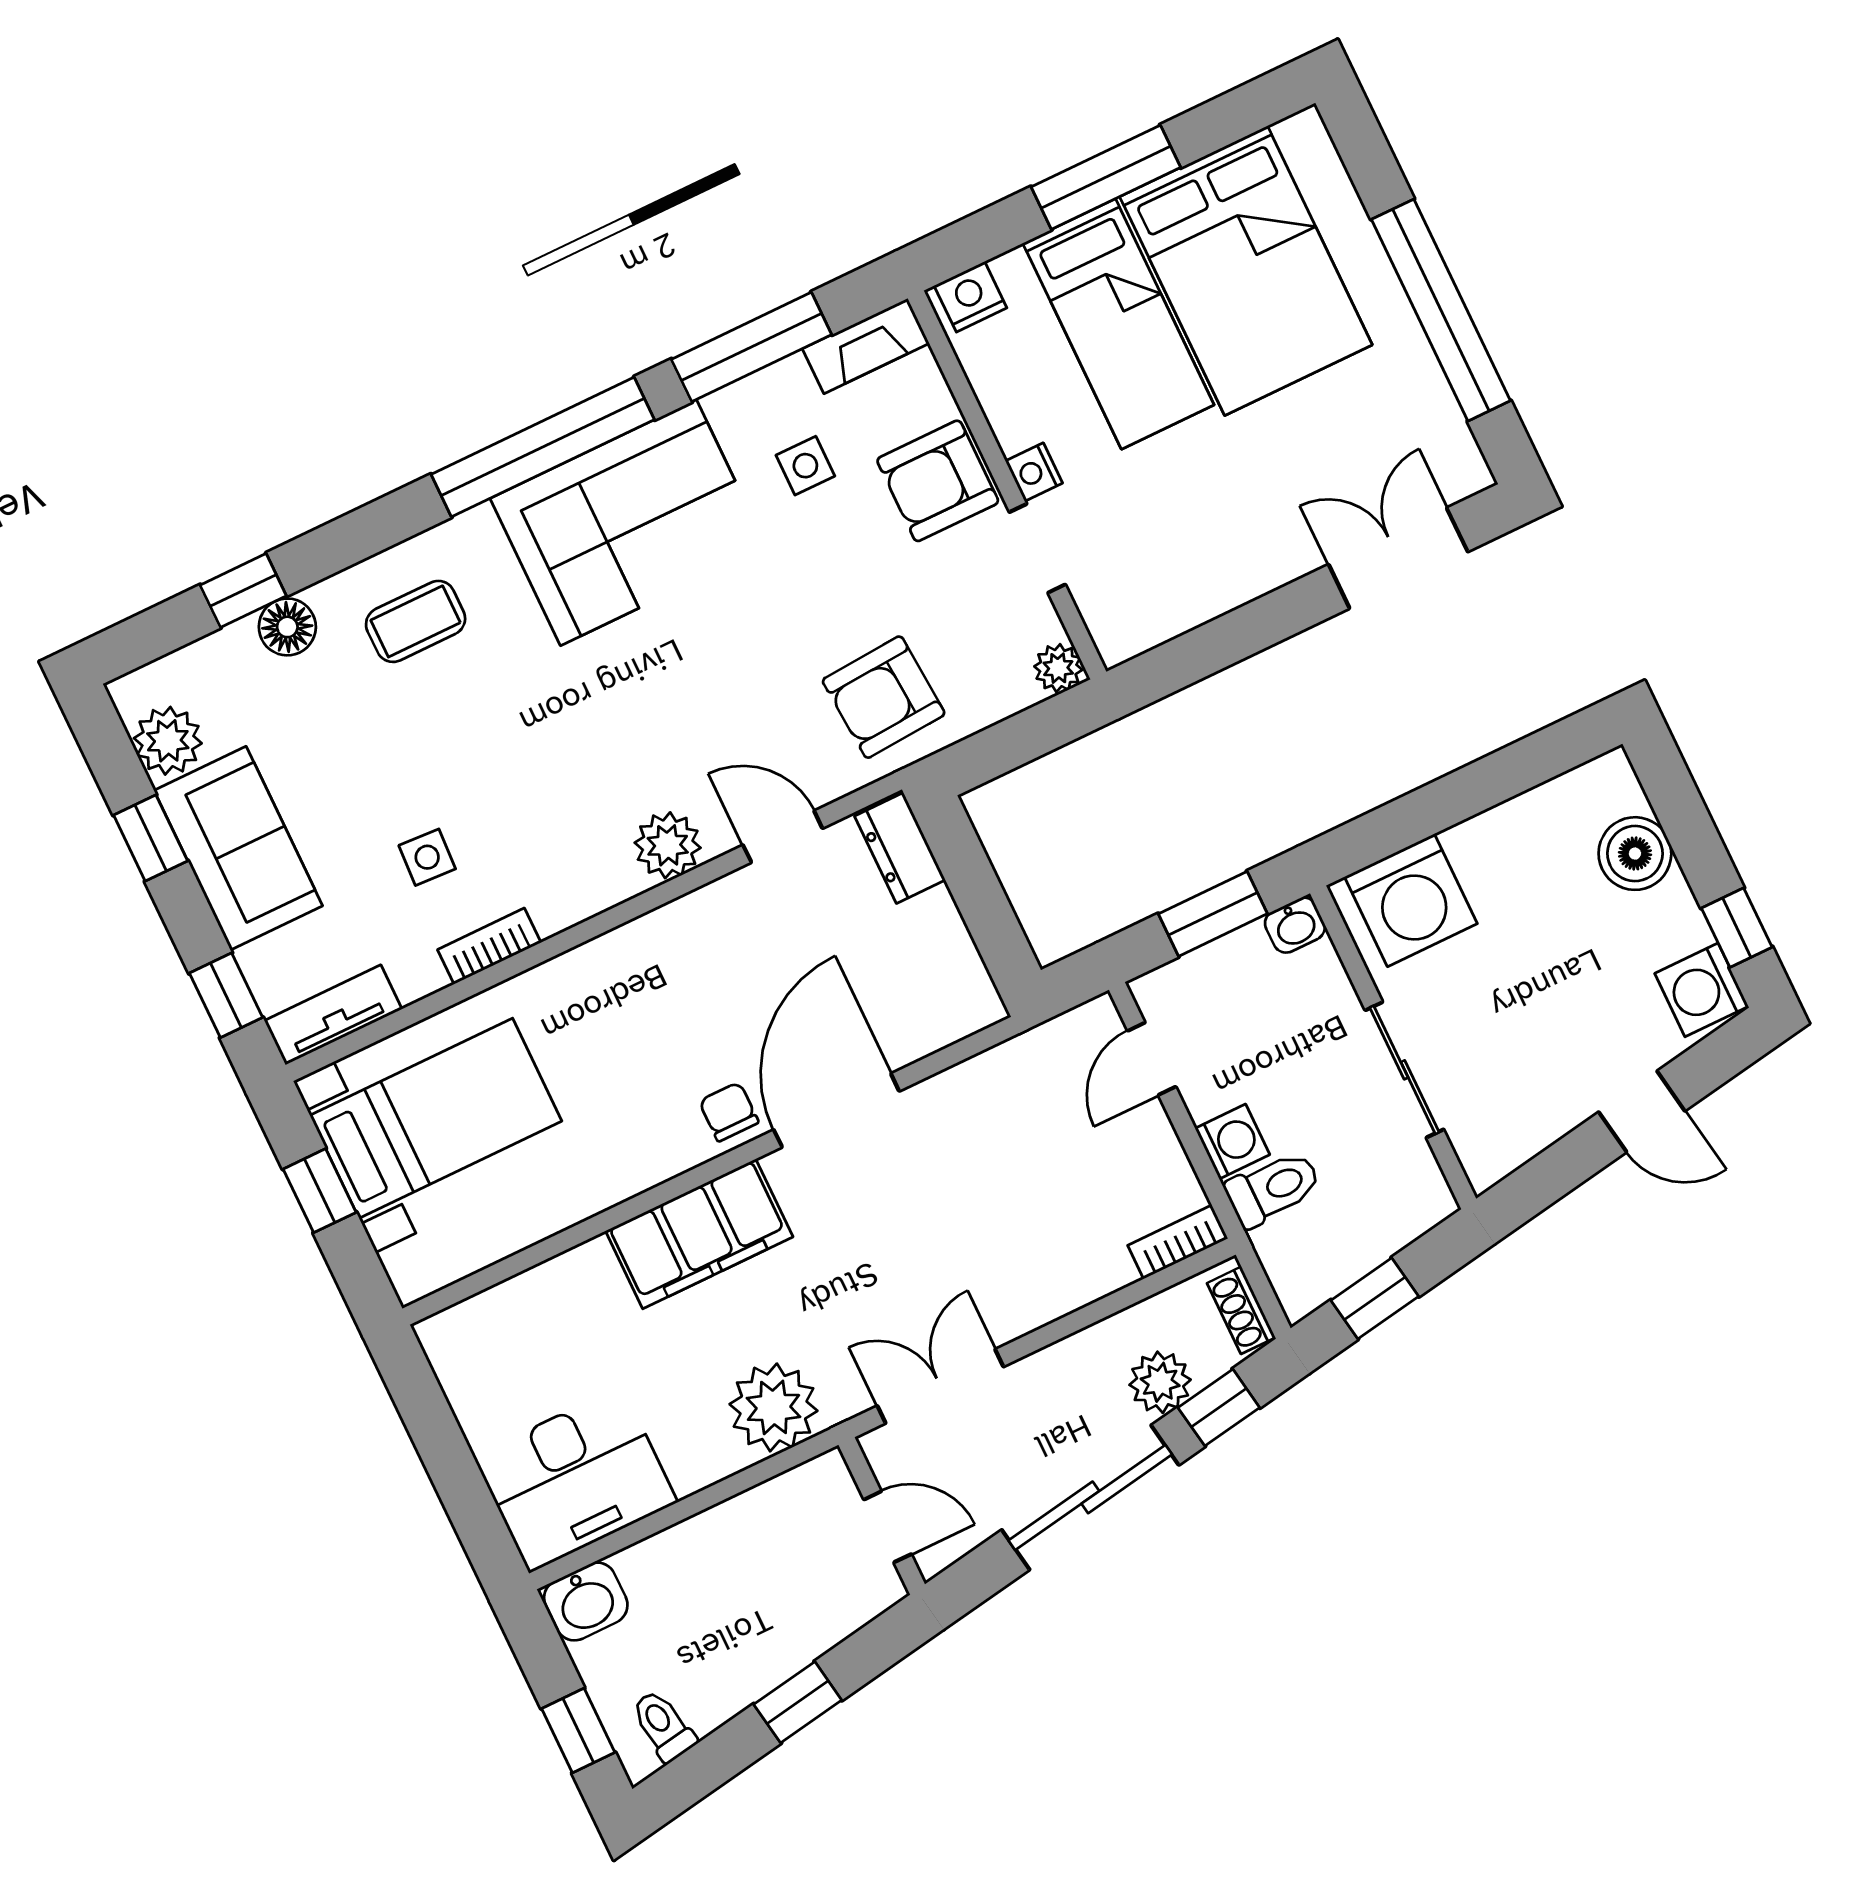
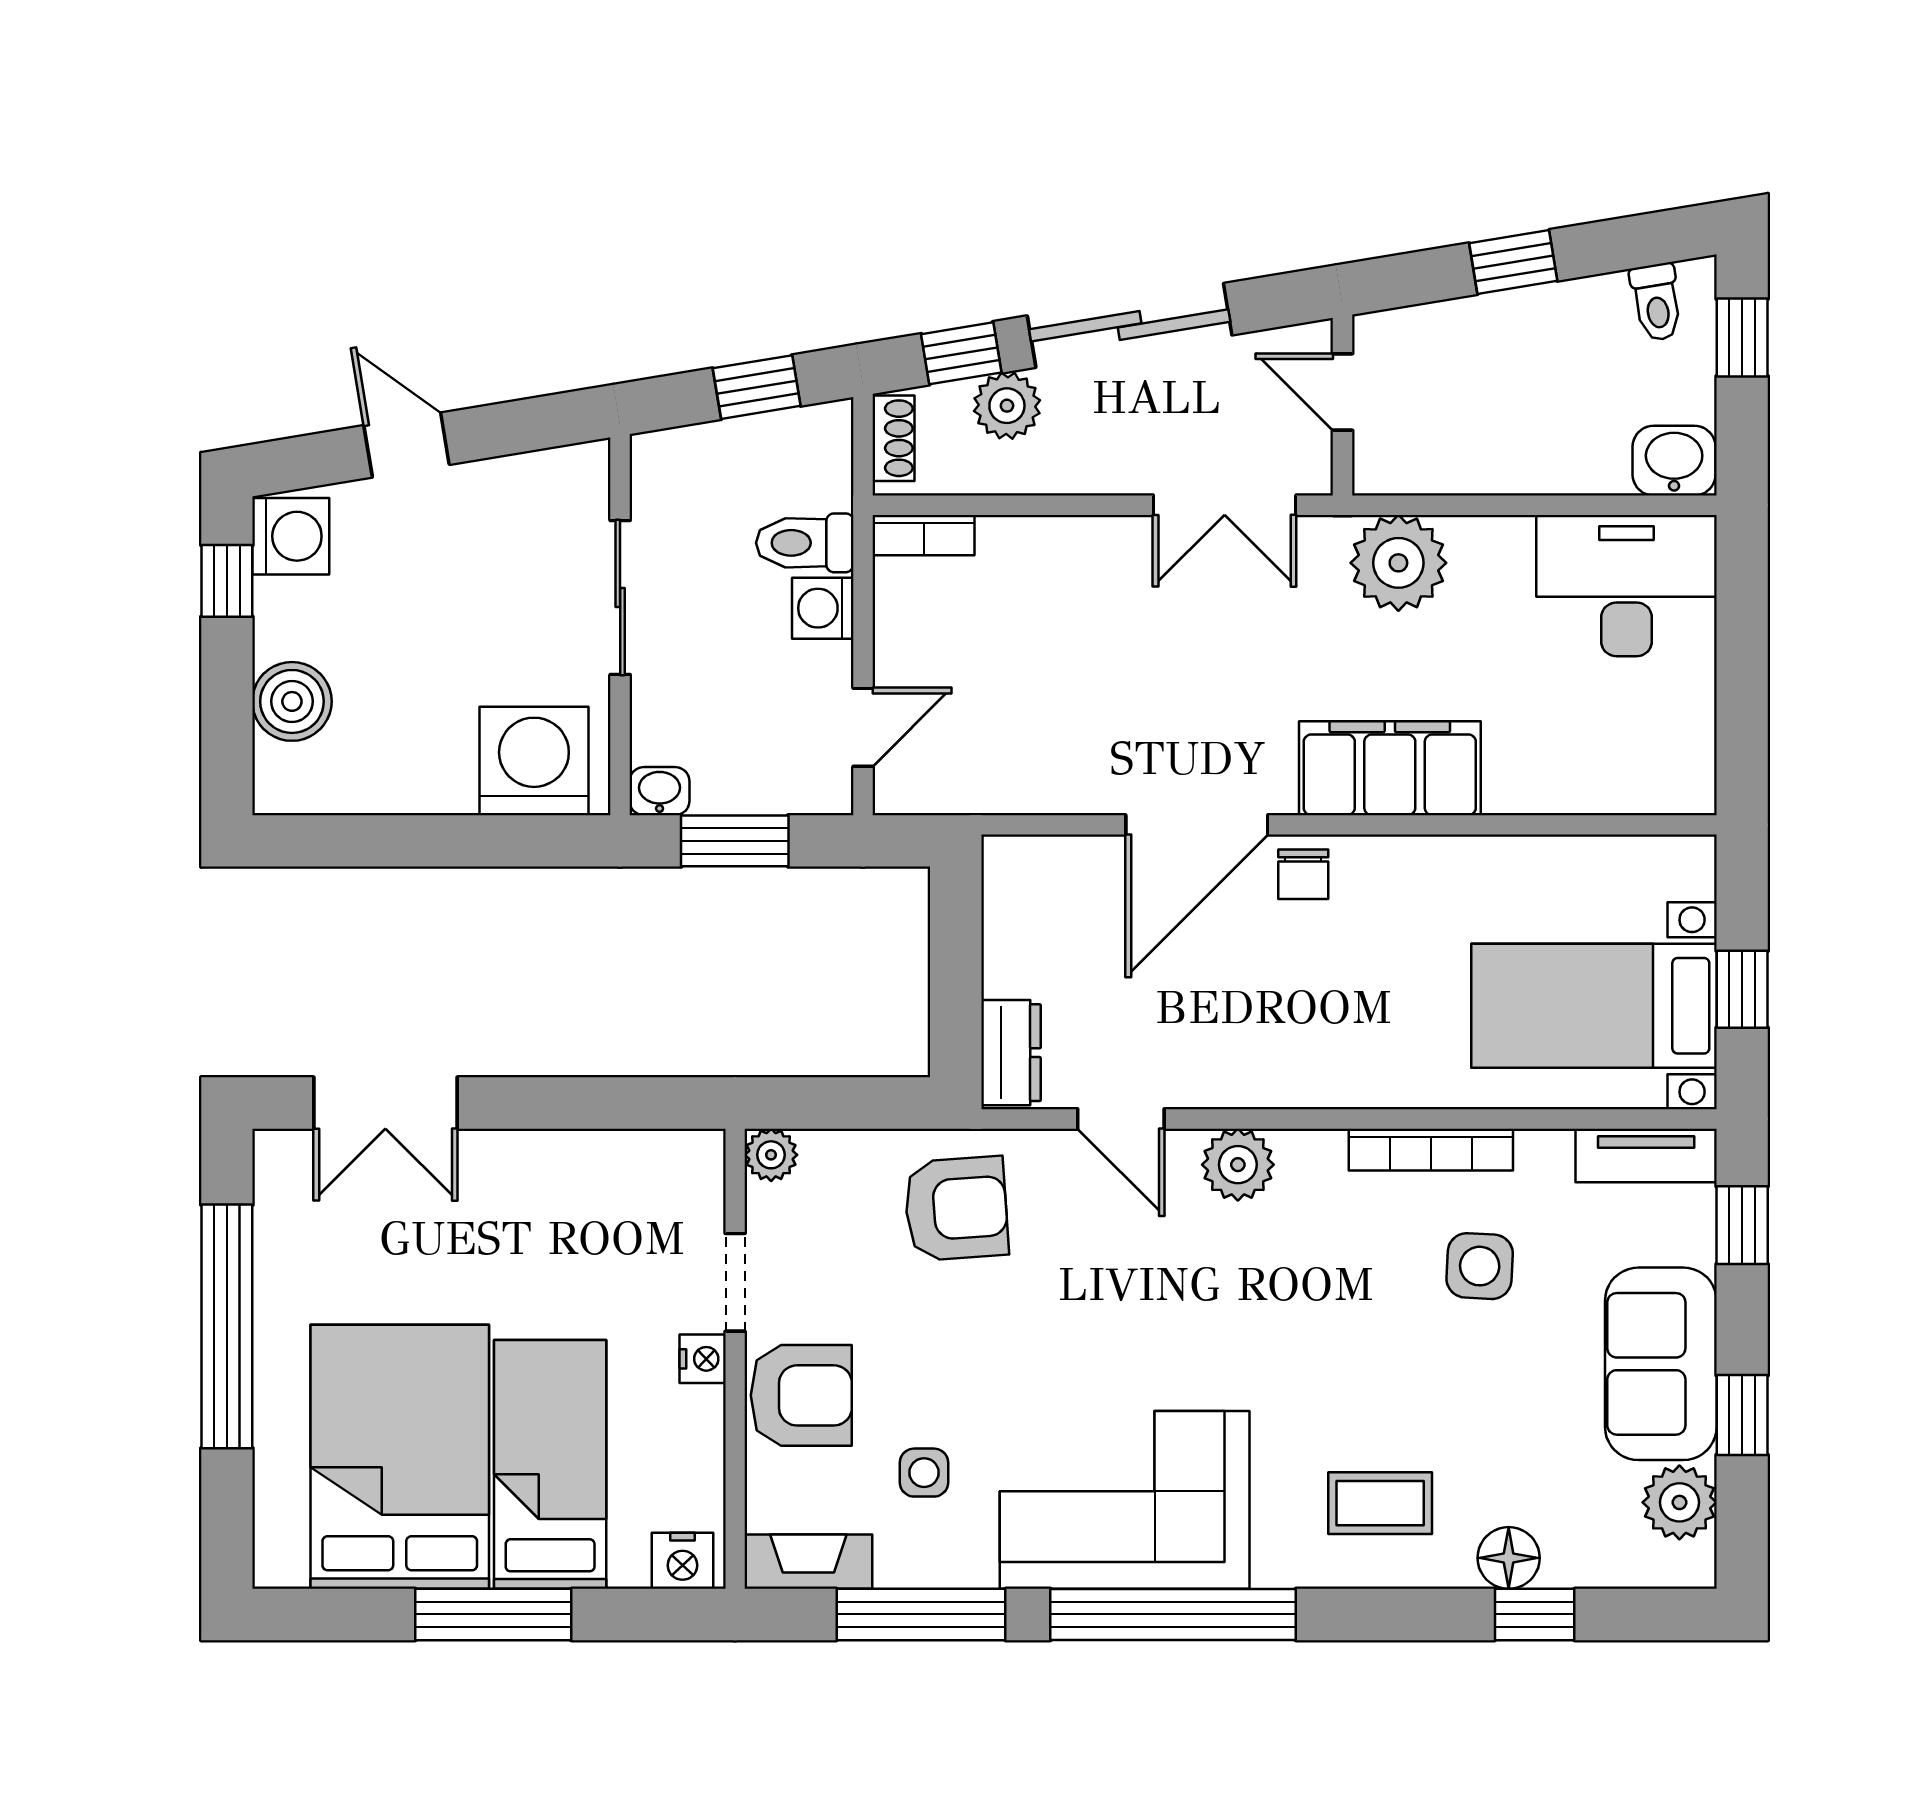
side table: (427, 857) -> (1480, 1266), width x1.37, depth x1.37
bookcase: (489, 946) -> (1431, 1150), width x1.56

